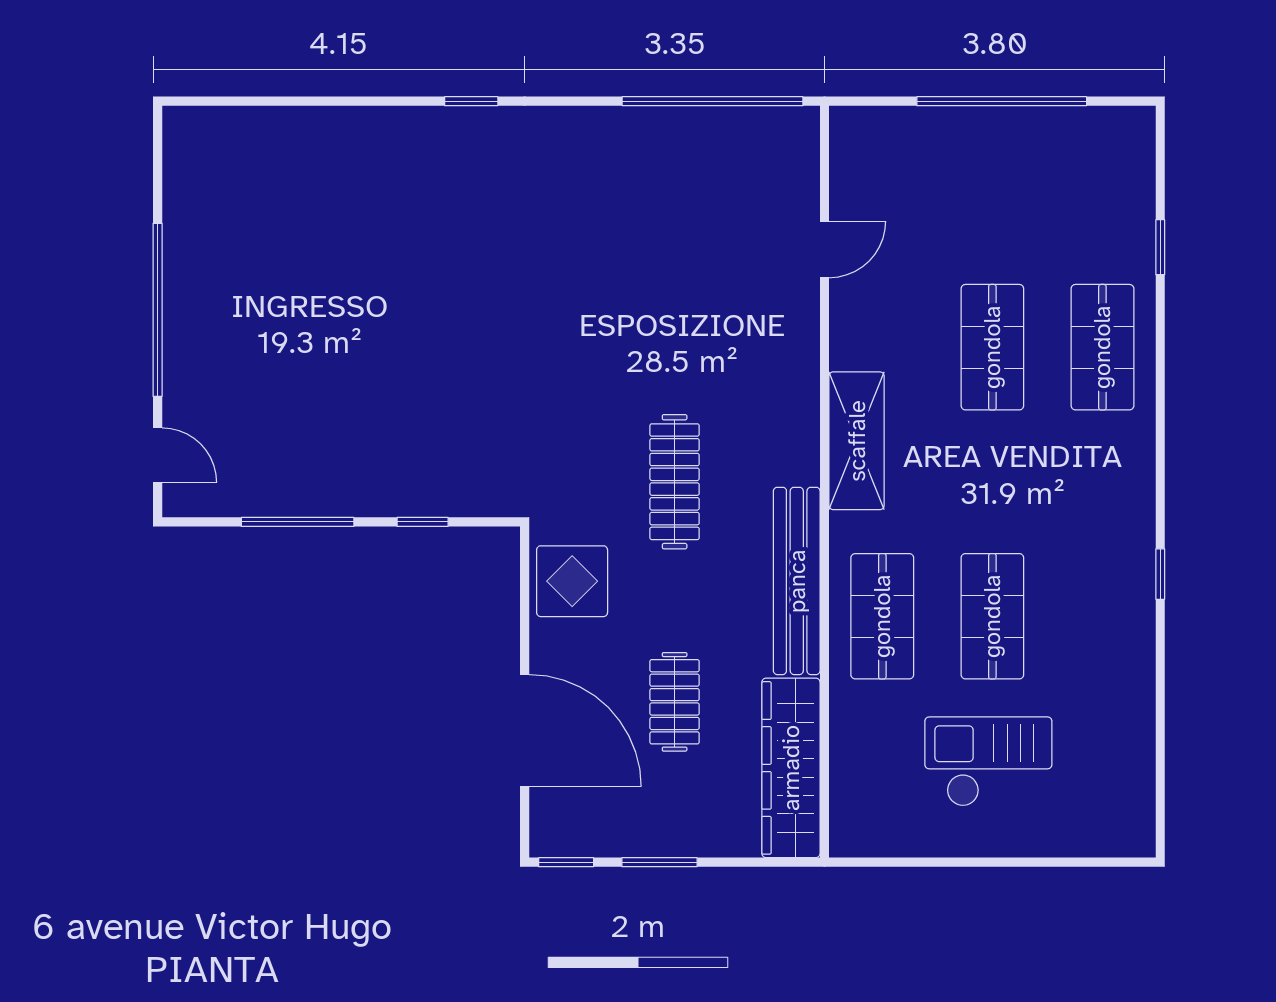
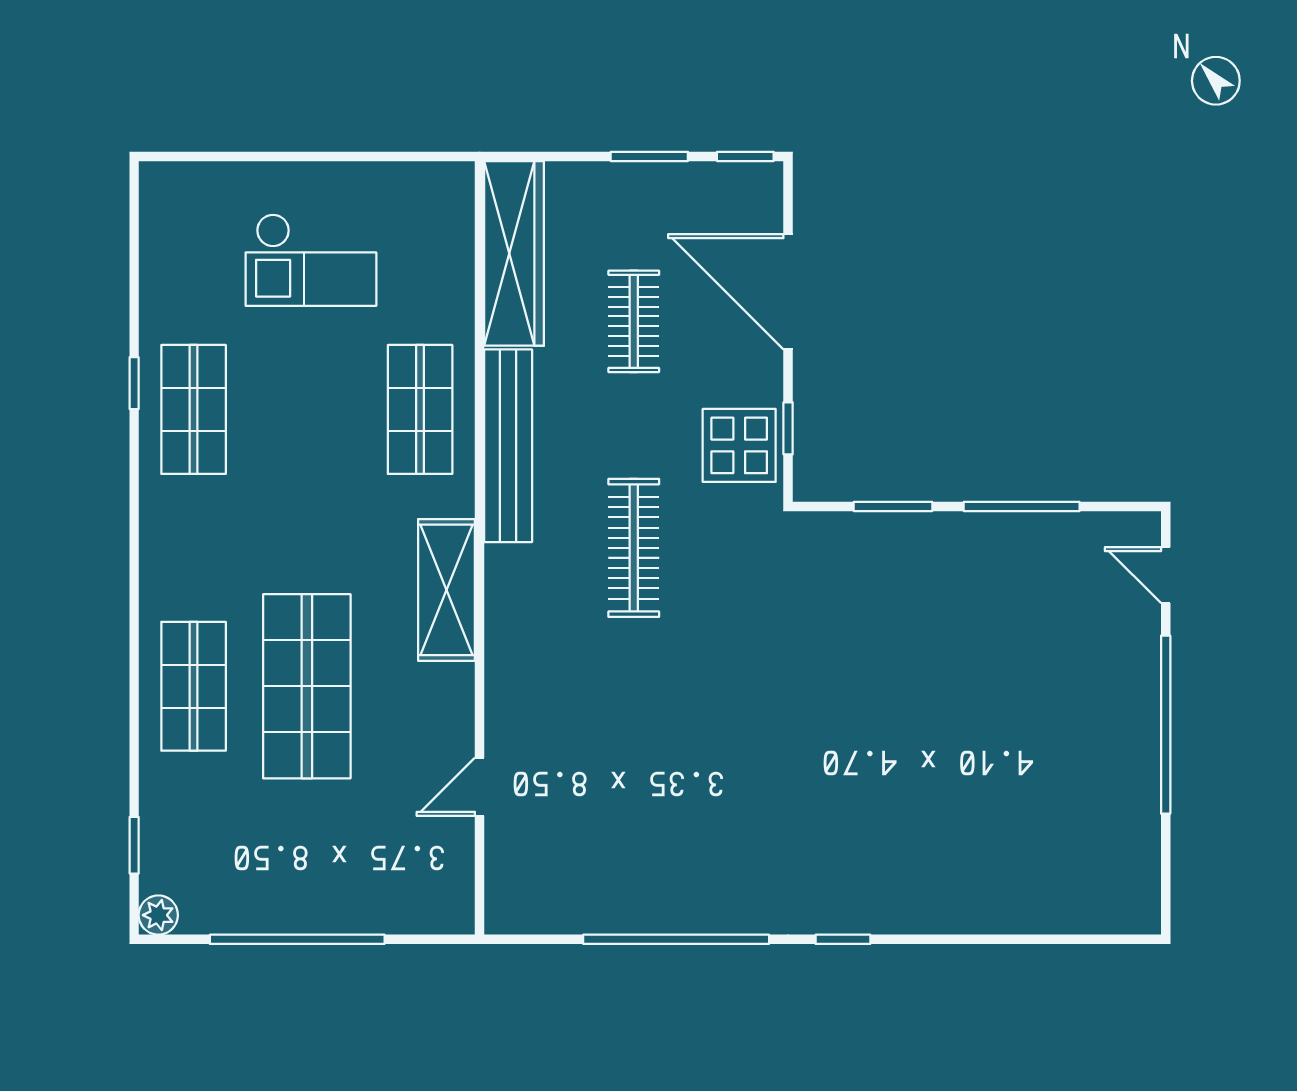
window: (713, 101) -> (676, 939), moved
plant: (1137, 125) -> (158, 915), added
window: (1160, 247) -> (134, 845), moved
shop shelf: (992, 347) -> (307, 686), width x1.43, depth x1.36
window: (423, 522) -> (893, 506), width x1.50
window: (1160, 574) -> (134, 383), moved
window: (525, 598) -> (788, 428), added
shop shelf: (992, 616) -> (194, 409), moved

